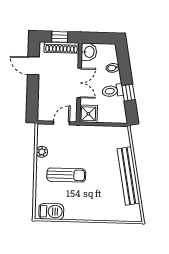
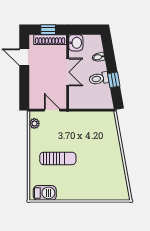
shower: (88, 114) -> (77, 101), removed
door: (61, 123) -> (52, 110), hinge flipped
plant: (42, 152) -> (34, 123), moved
bench: (128, 176) -> (116, 158), removed

